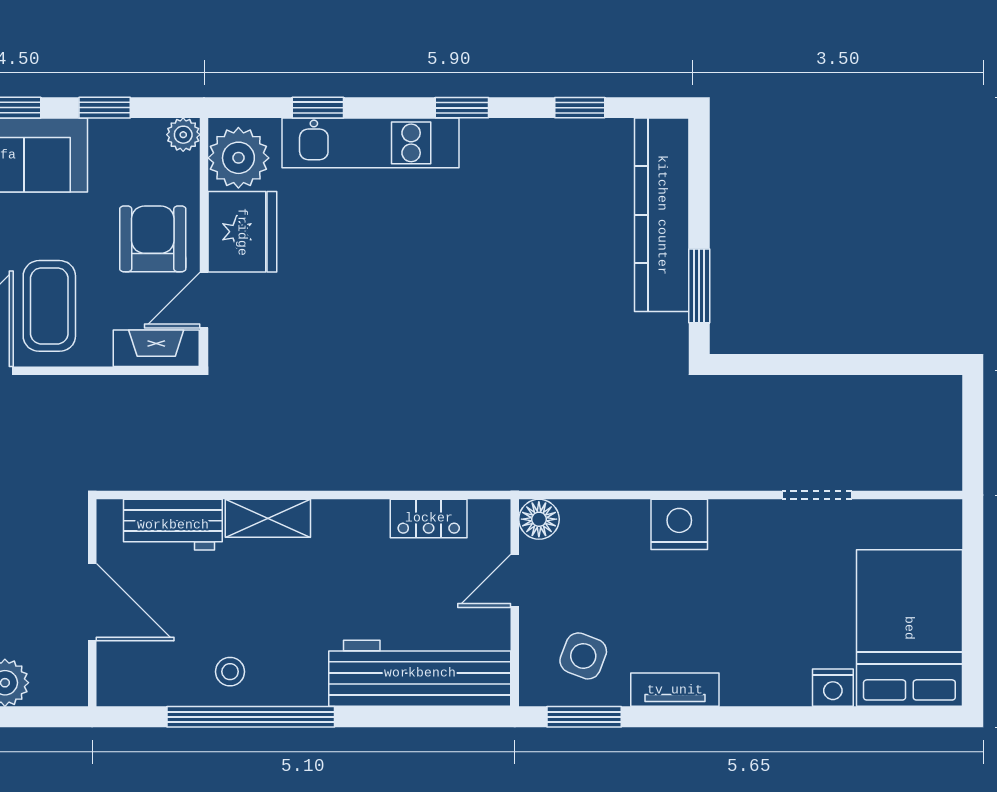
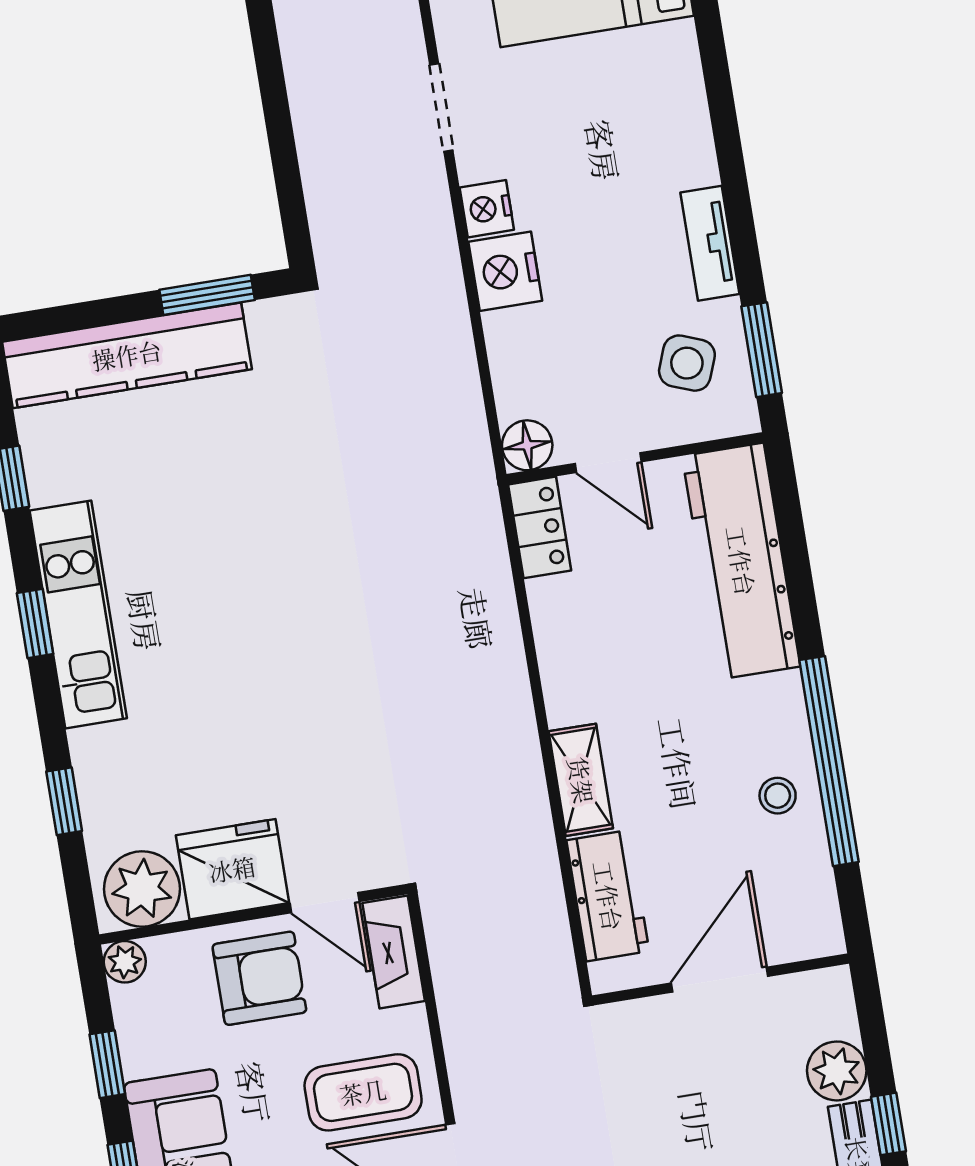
kitchen unit: (370, 143) -> (78, 614), moved
armchair: (153, 239) -> (259, 978), turned 180
locker: (429, 518) -> (540, 527), moved
nightstand: (833, 688) -> (487, 209), moved, turned 180

